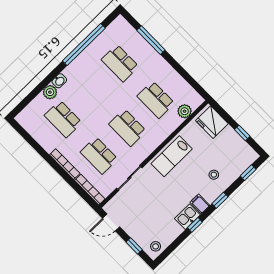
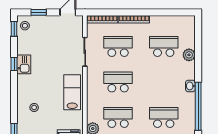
washbasin: (59, 81) -> (190, 86), moved
window: (220, 200) -> (14, 29), moved
filing cabinet: (200, 204) -> (24, 80), removed

